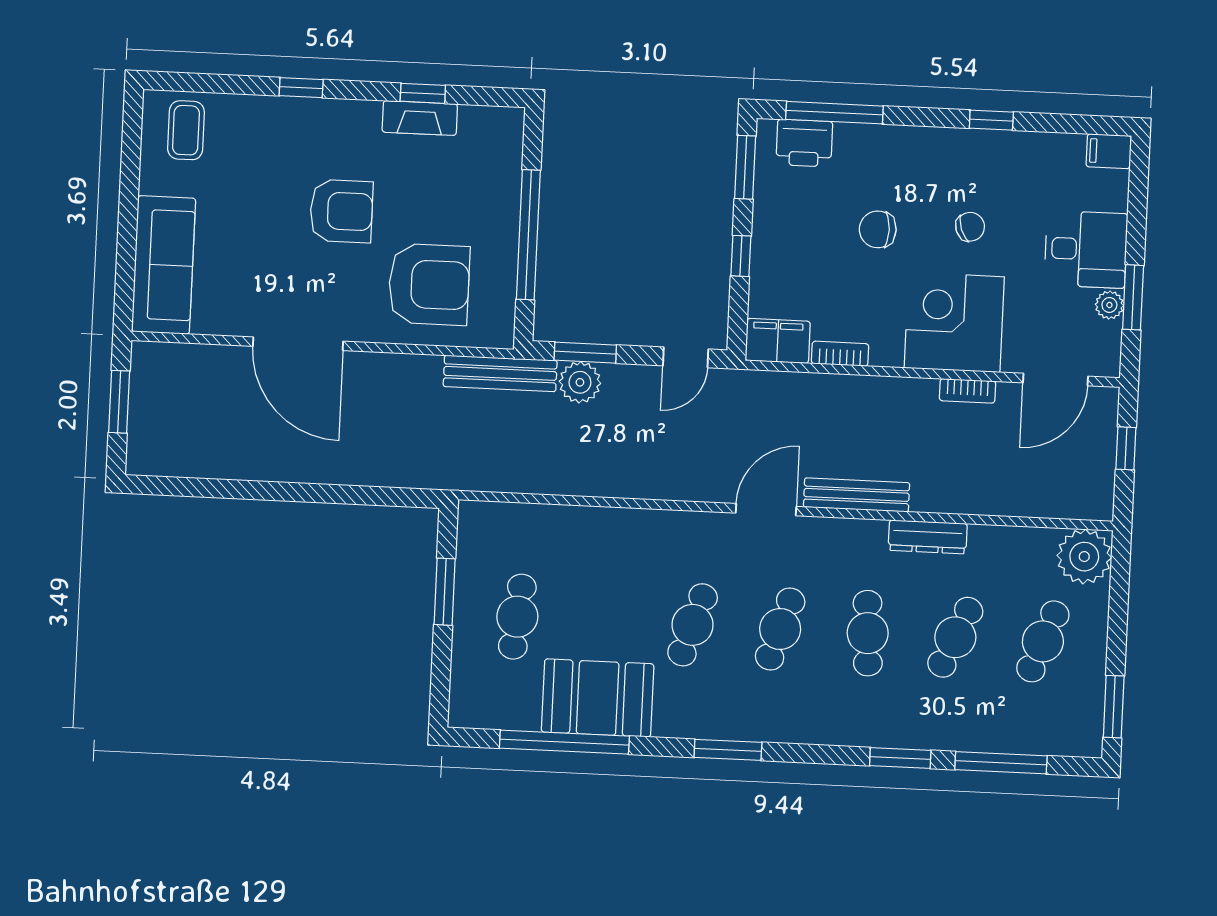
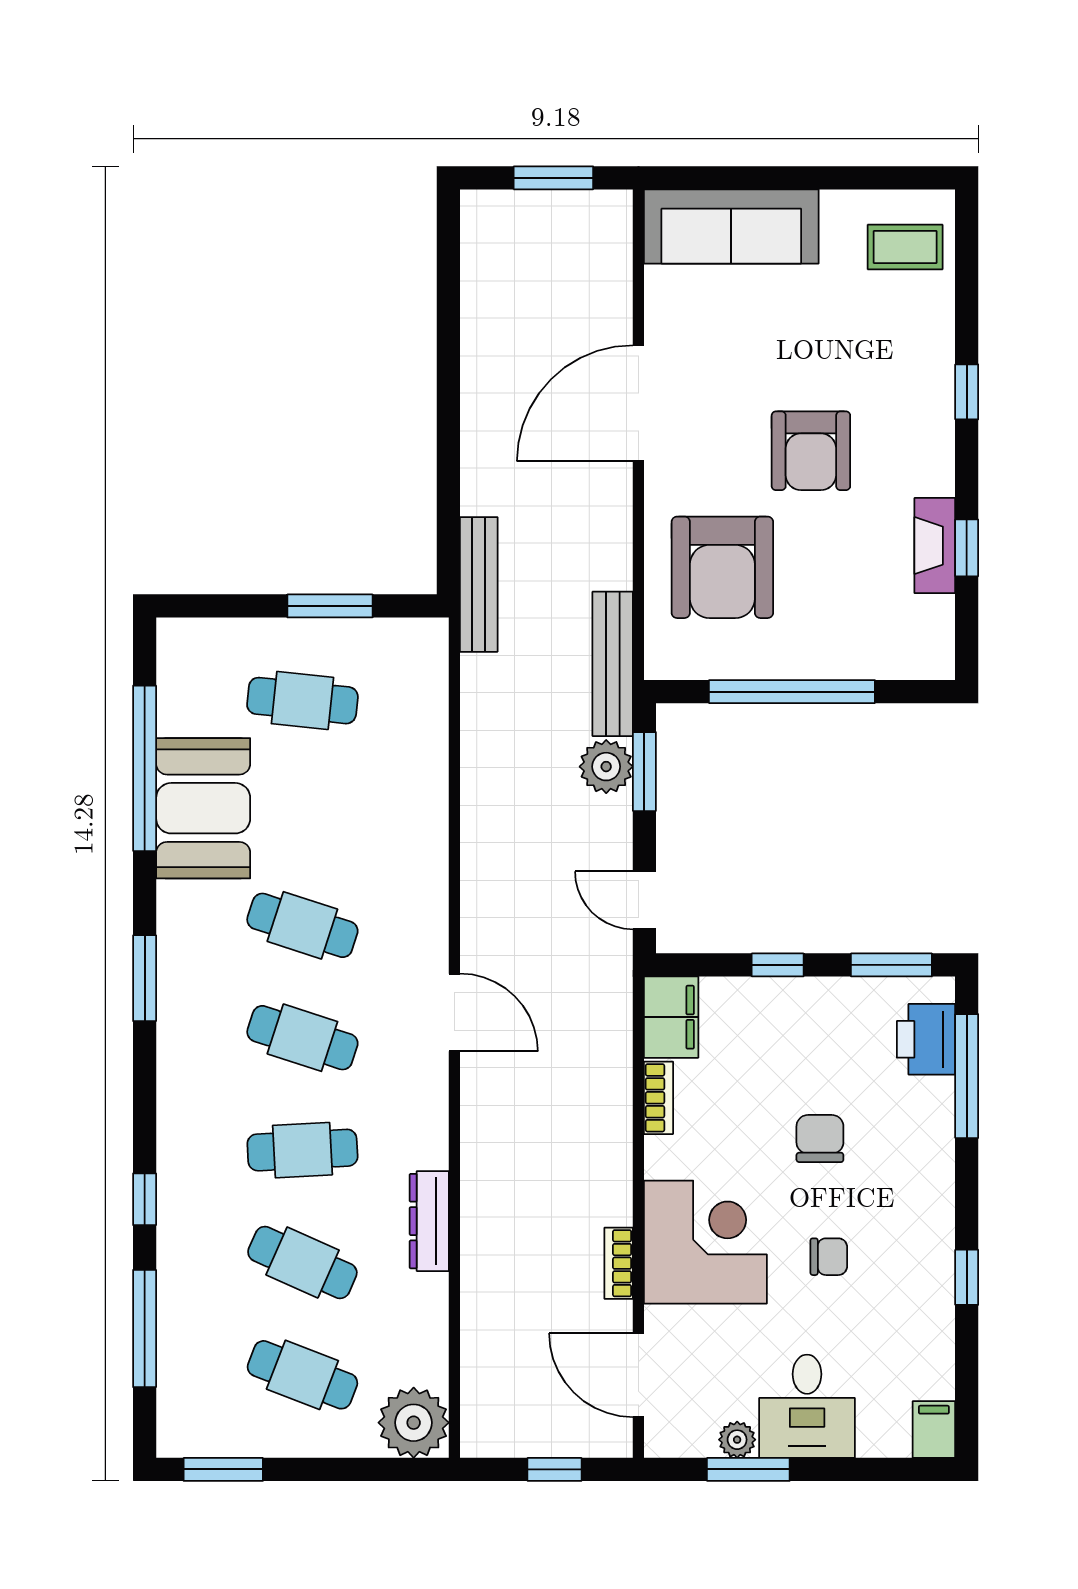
chair: (970, 227) -> (829, 1257), turned -70
bench: (857, 495) -> (479, 584), moved
window: (900, 758) -> (145, 1199), width x0.67

